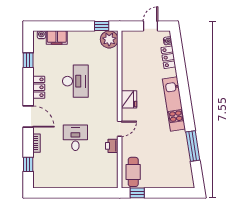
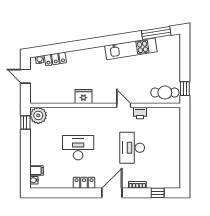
filing cabinet: (57, 38) -> (36, 170), width x0.50
window: (28, 60) -> (58, 193), removed
fridge: (129, 99) -> (83, 97), moved
kitchen unit: (174, 104) -> (131, 49), moved
desk: (75, 138) -> (132, 148), width x1.37
window: (193, 146) -> (156, 33), moved

